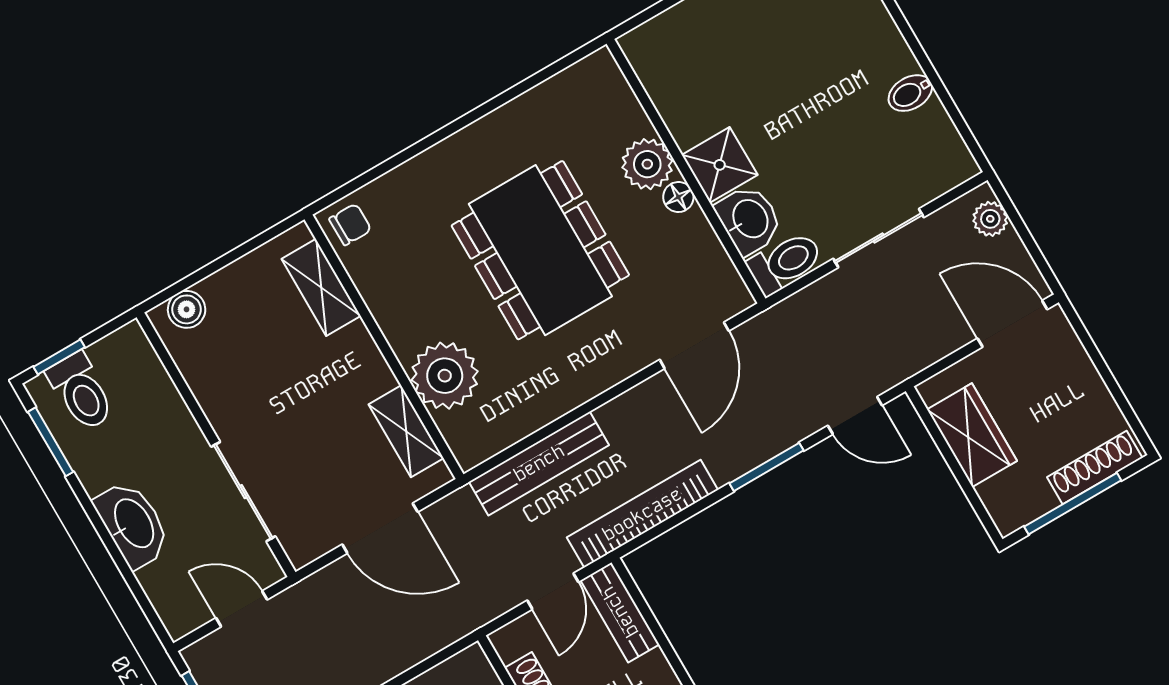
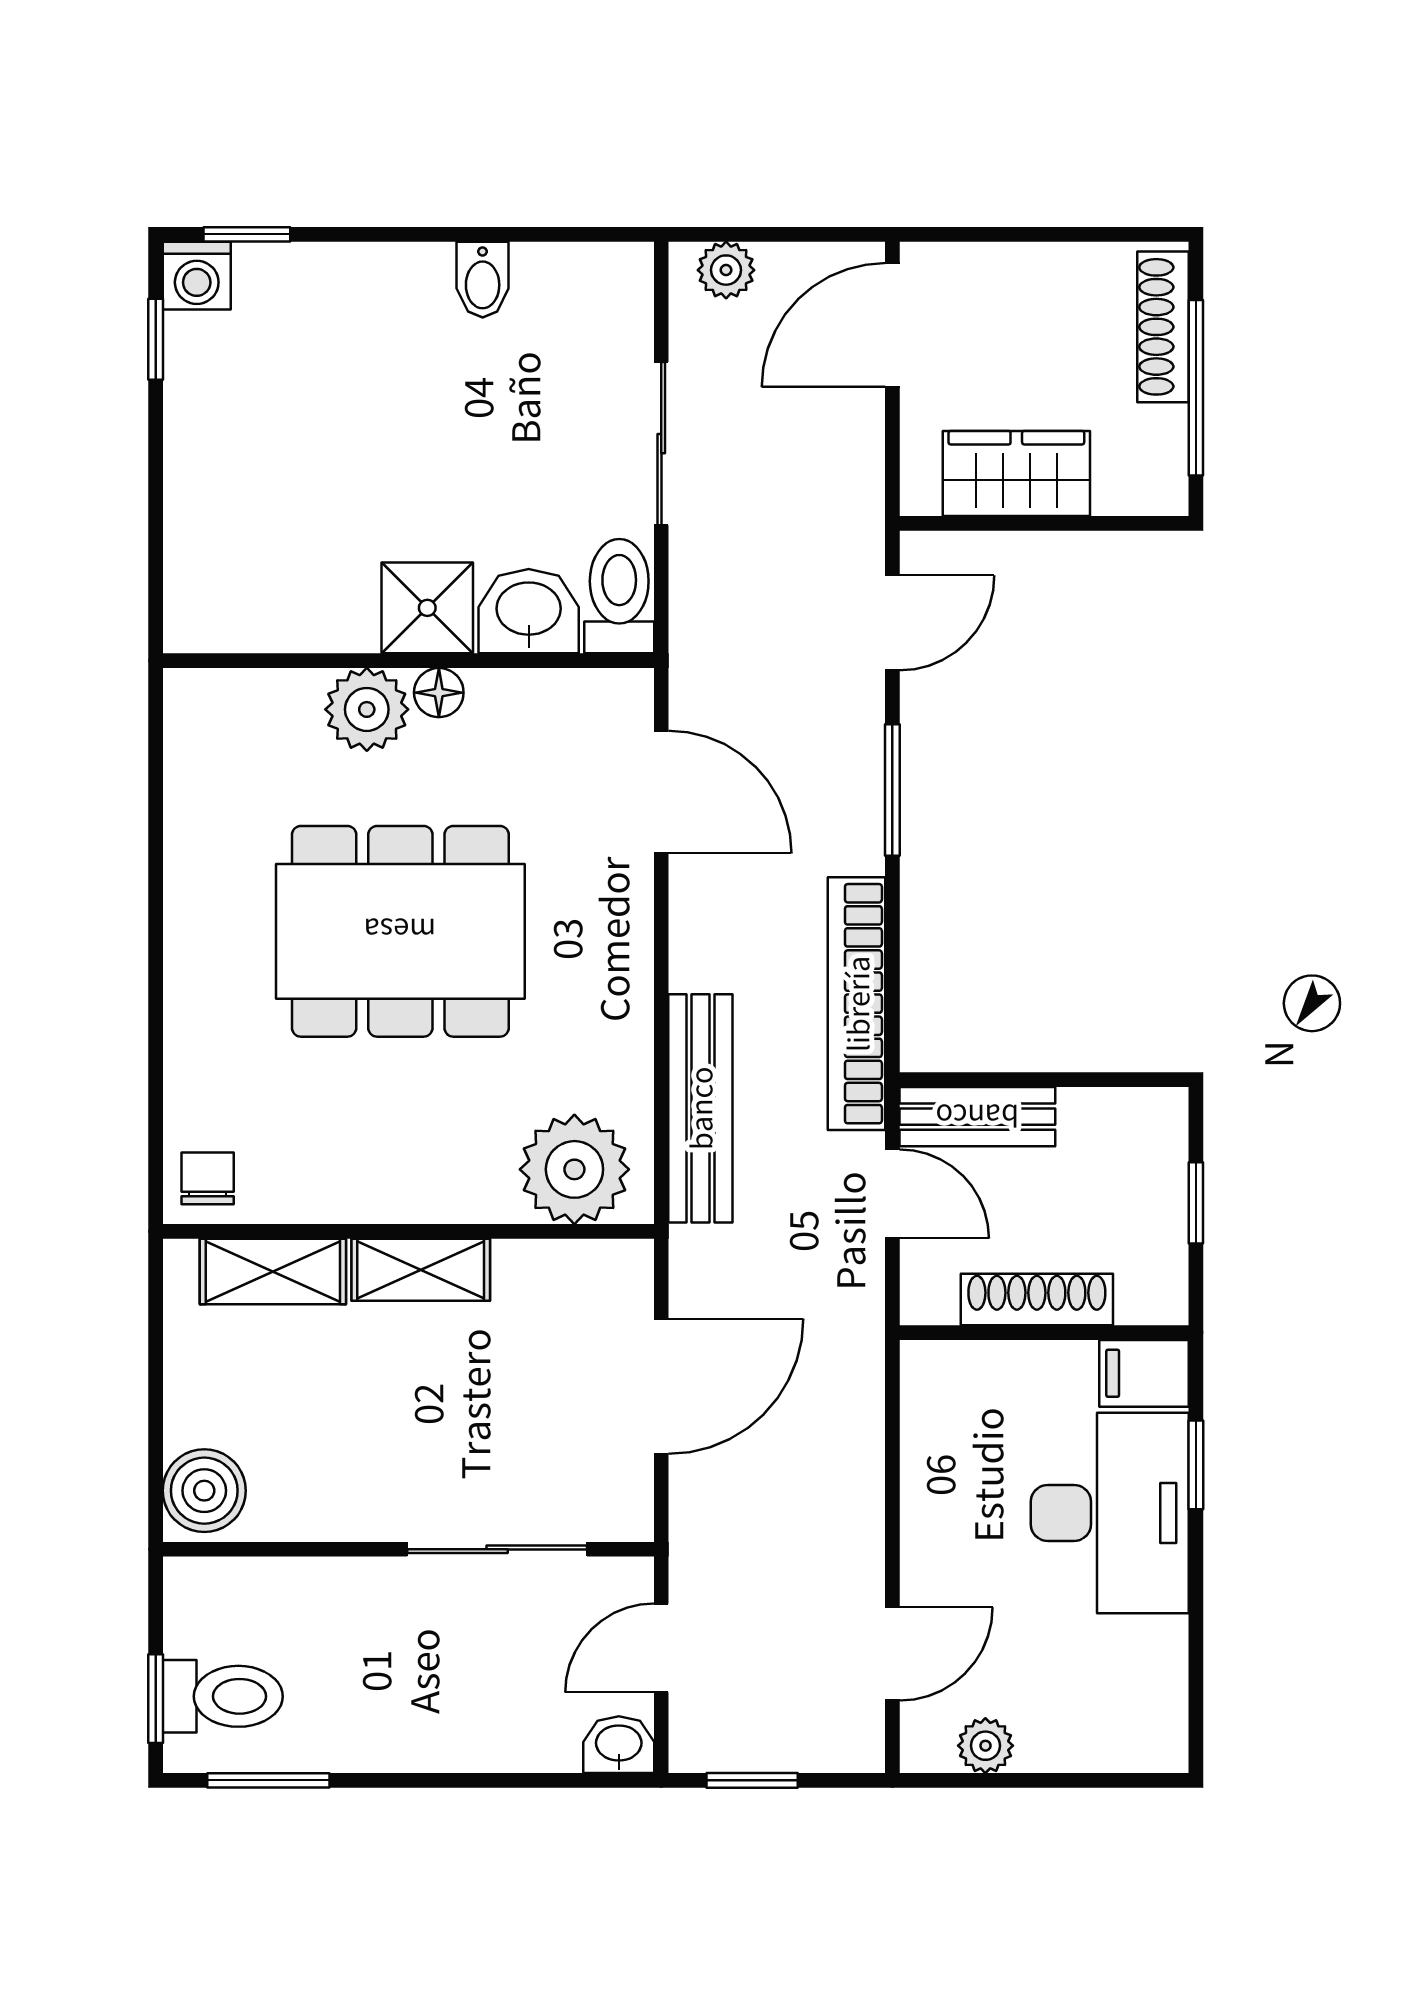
boiler: (187, 309) -> (204, 1491), width x1.36, depth x1.36
plant: (445, 376) -> (574, 1169), moved
shelving: (406, 431) -> (421, 1270), moved
washbasin: (133, 524) -> (619, 1745), moved, width x0.52, depth x0.69

